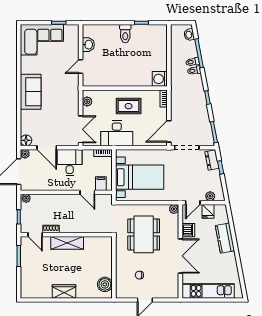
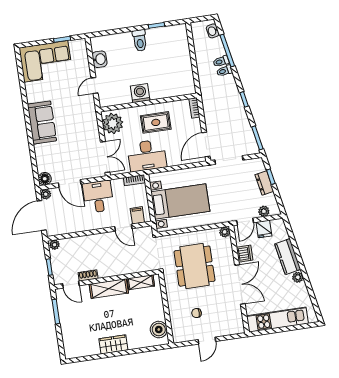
washing machine: (160, 79) -> (140, 93), moved, turned 90
plant: (87, 102) -> (113, 123), width x1.88, depth x1.88
dresser: (212, 160) -> (264, 183), moved
shelving: (95, 241) -> (141, 282), added
plant: (231, 257) -> (298, 277), added

